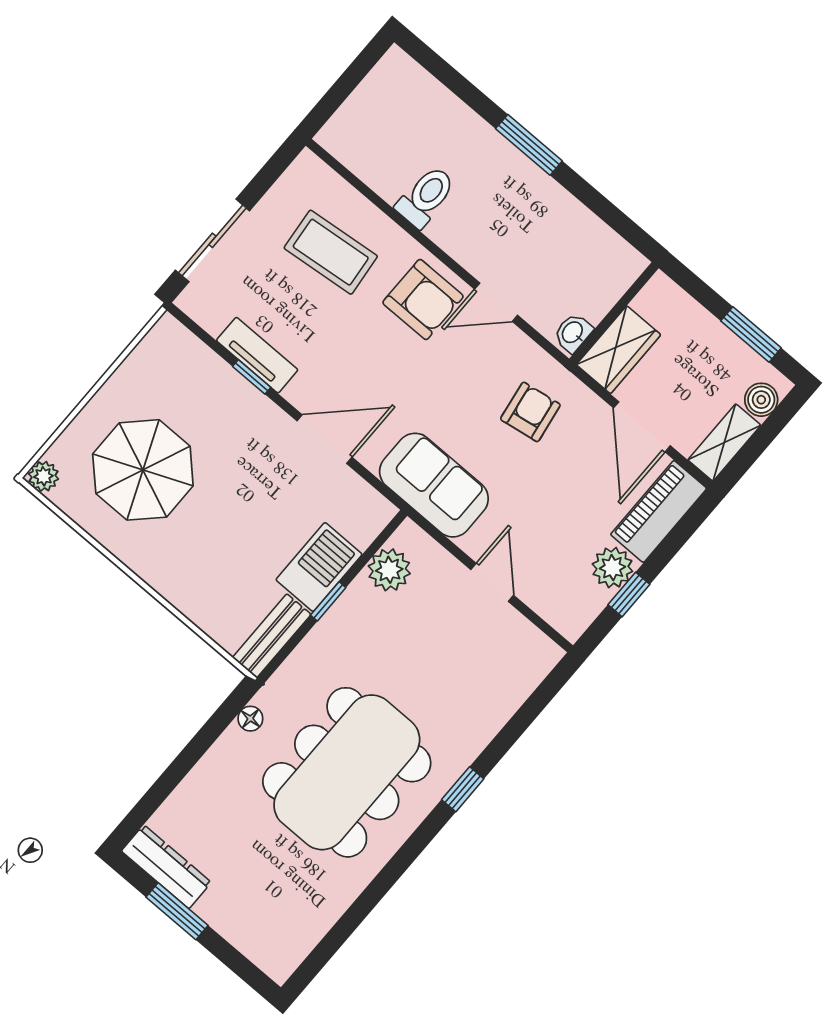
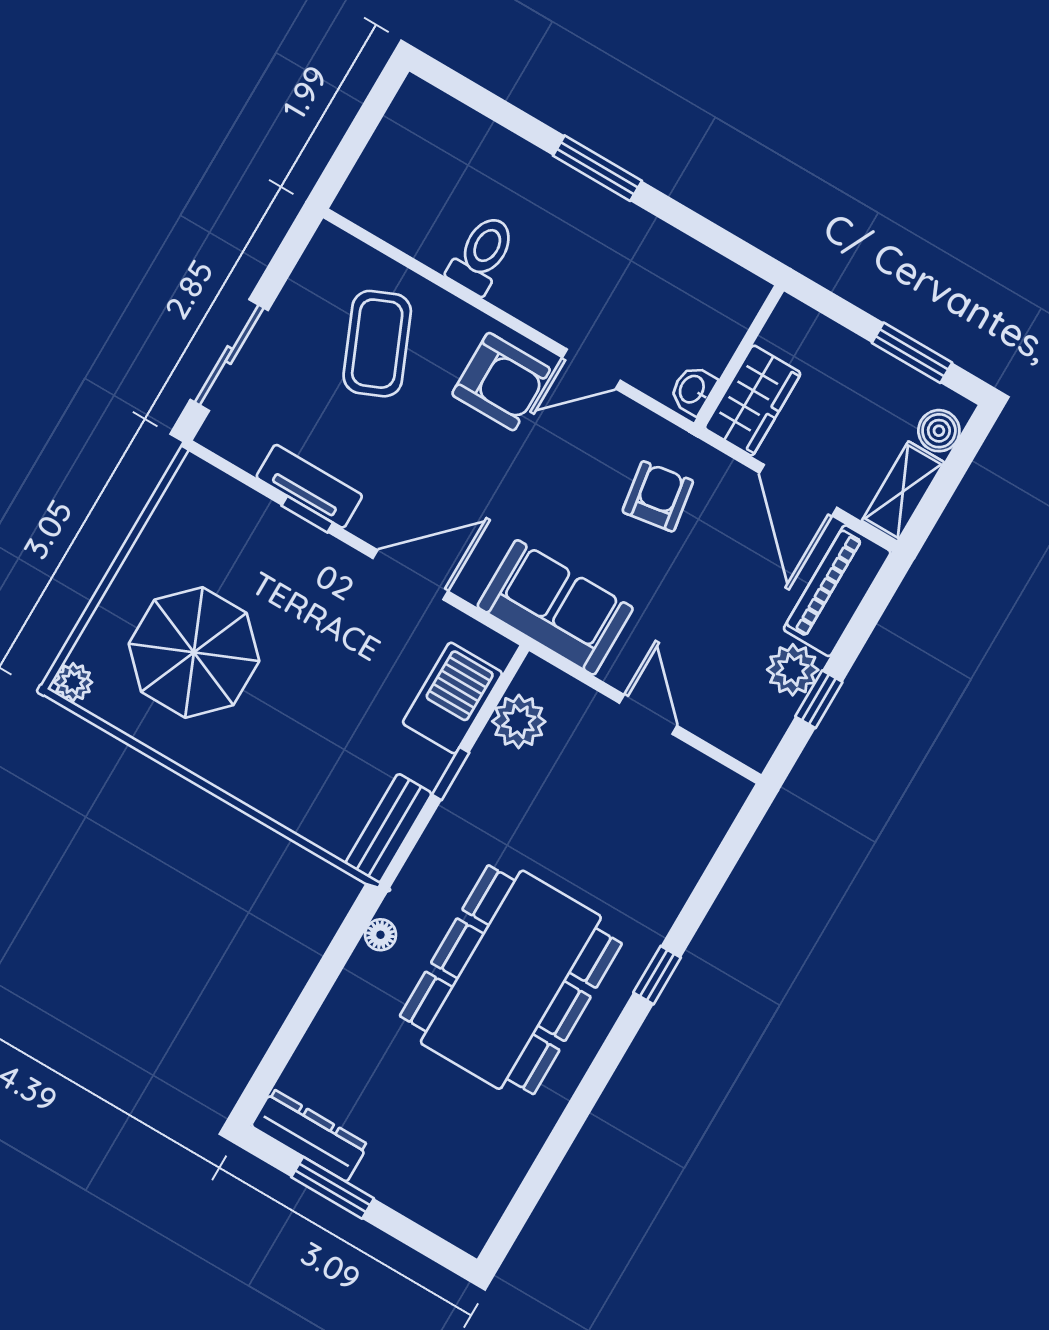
coffee table: (331, 252) -> (377, 344), turned 73
barbecue: (319, 567) -> (452, 698), moved

